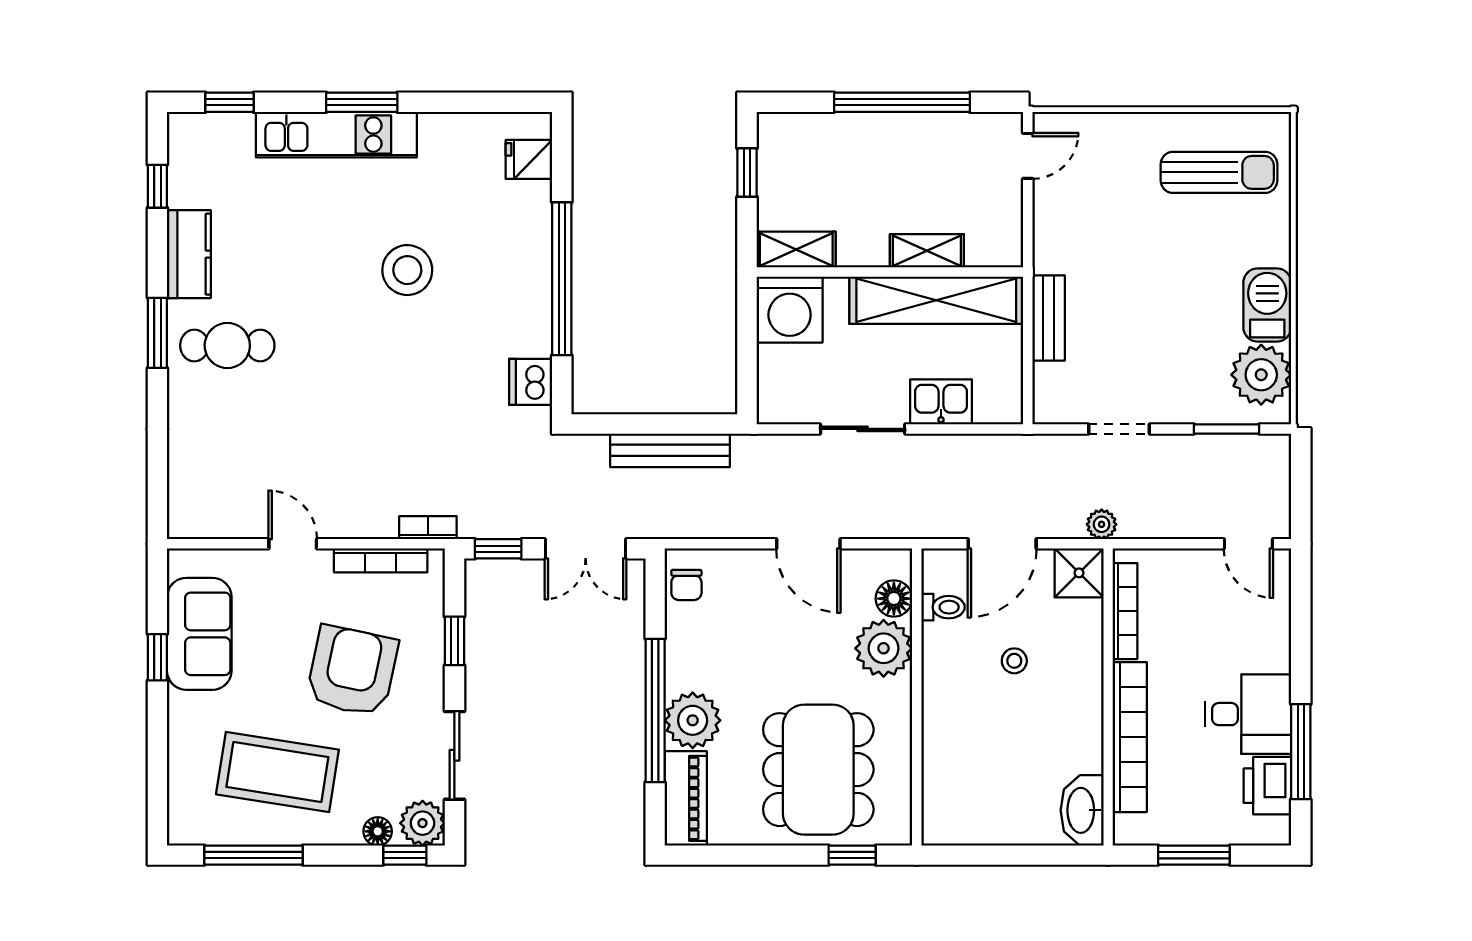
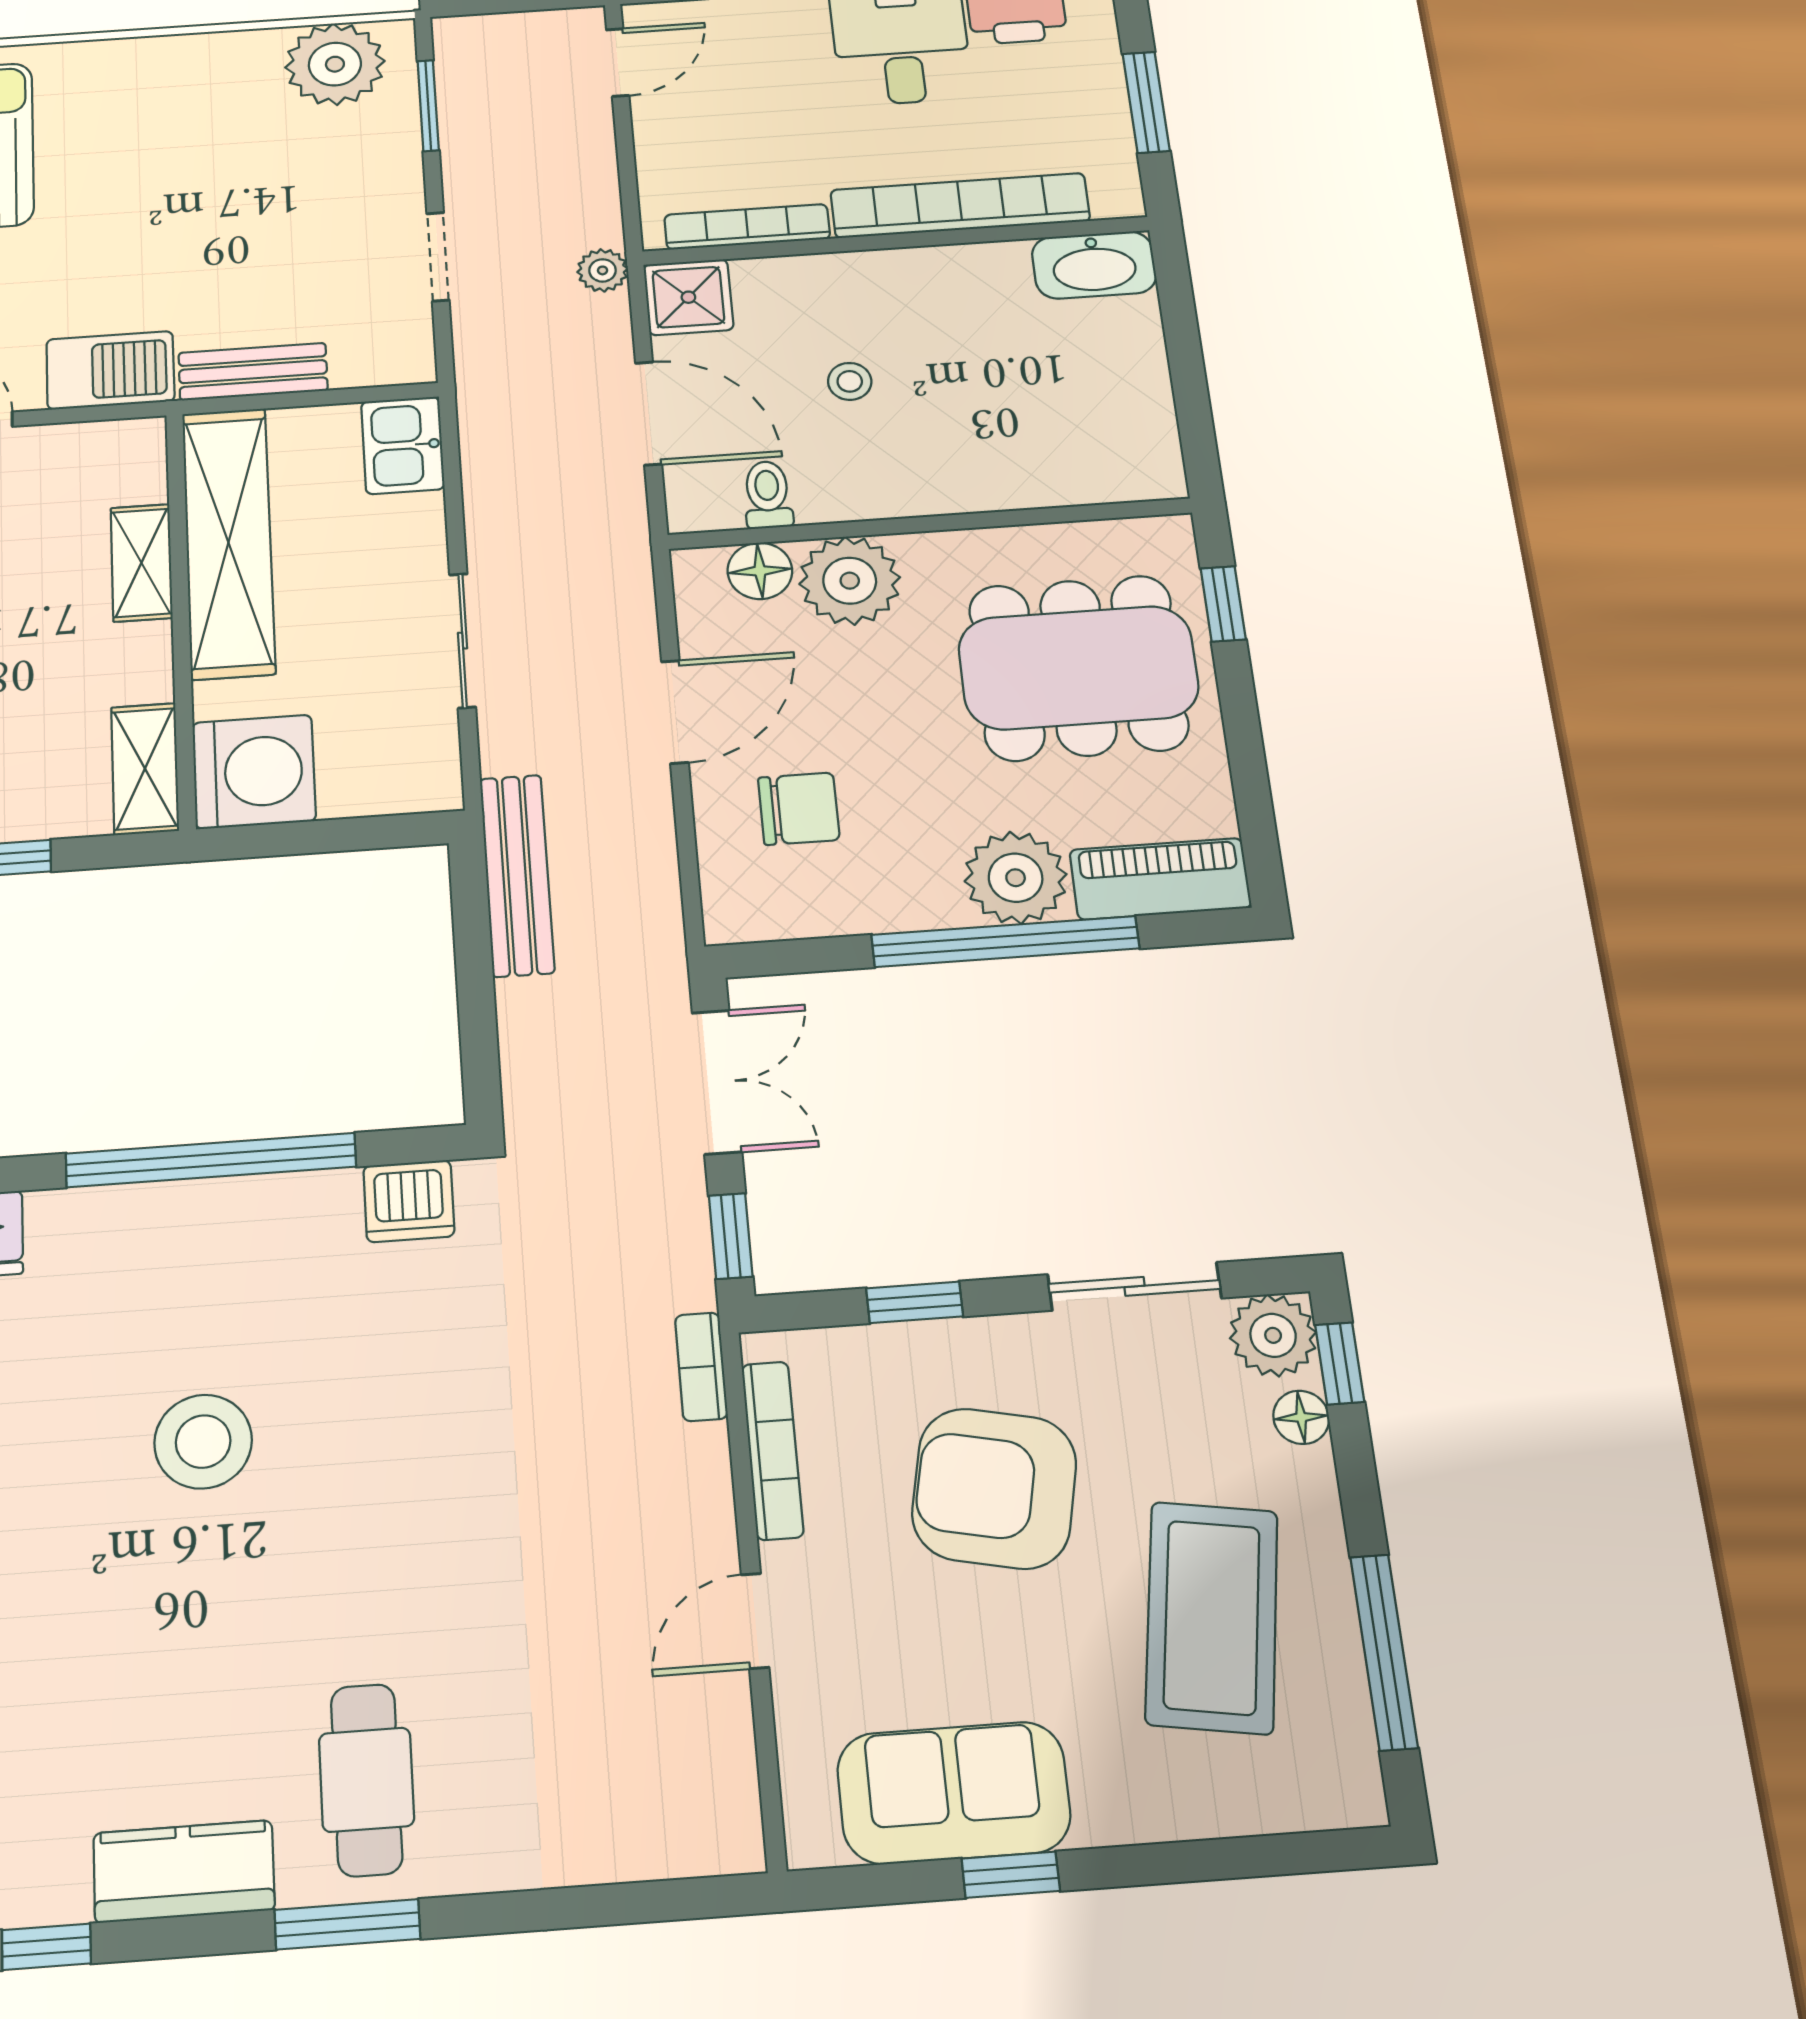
barbecue: (1267, 305) -> (110, 370), moved, turned 180
kitchen sink: (941, 402) -> (403, 445), moved
bench: (670, 450) -> (517, 875), moved
chair: (686, 585) -> (799, 809), moved, width x1.37, depth x1.37

